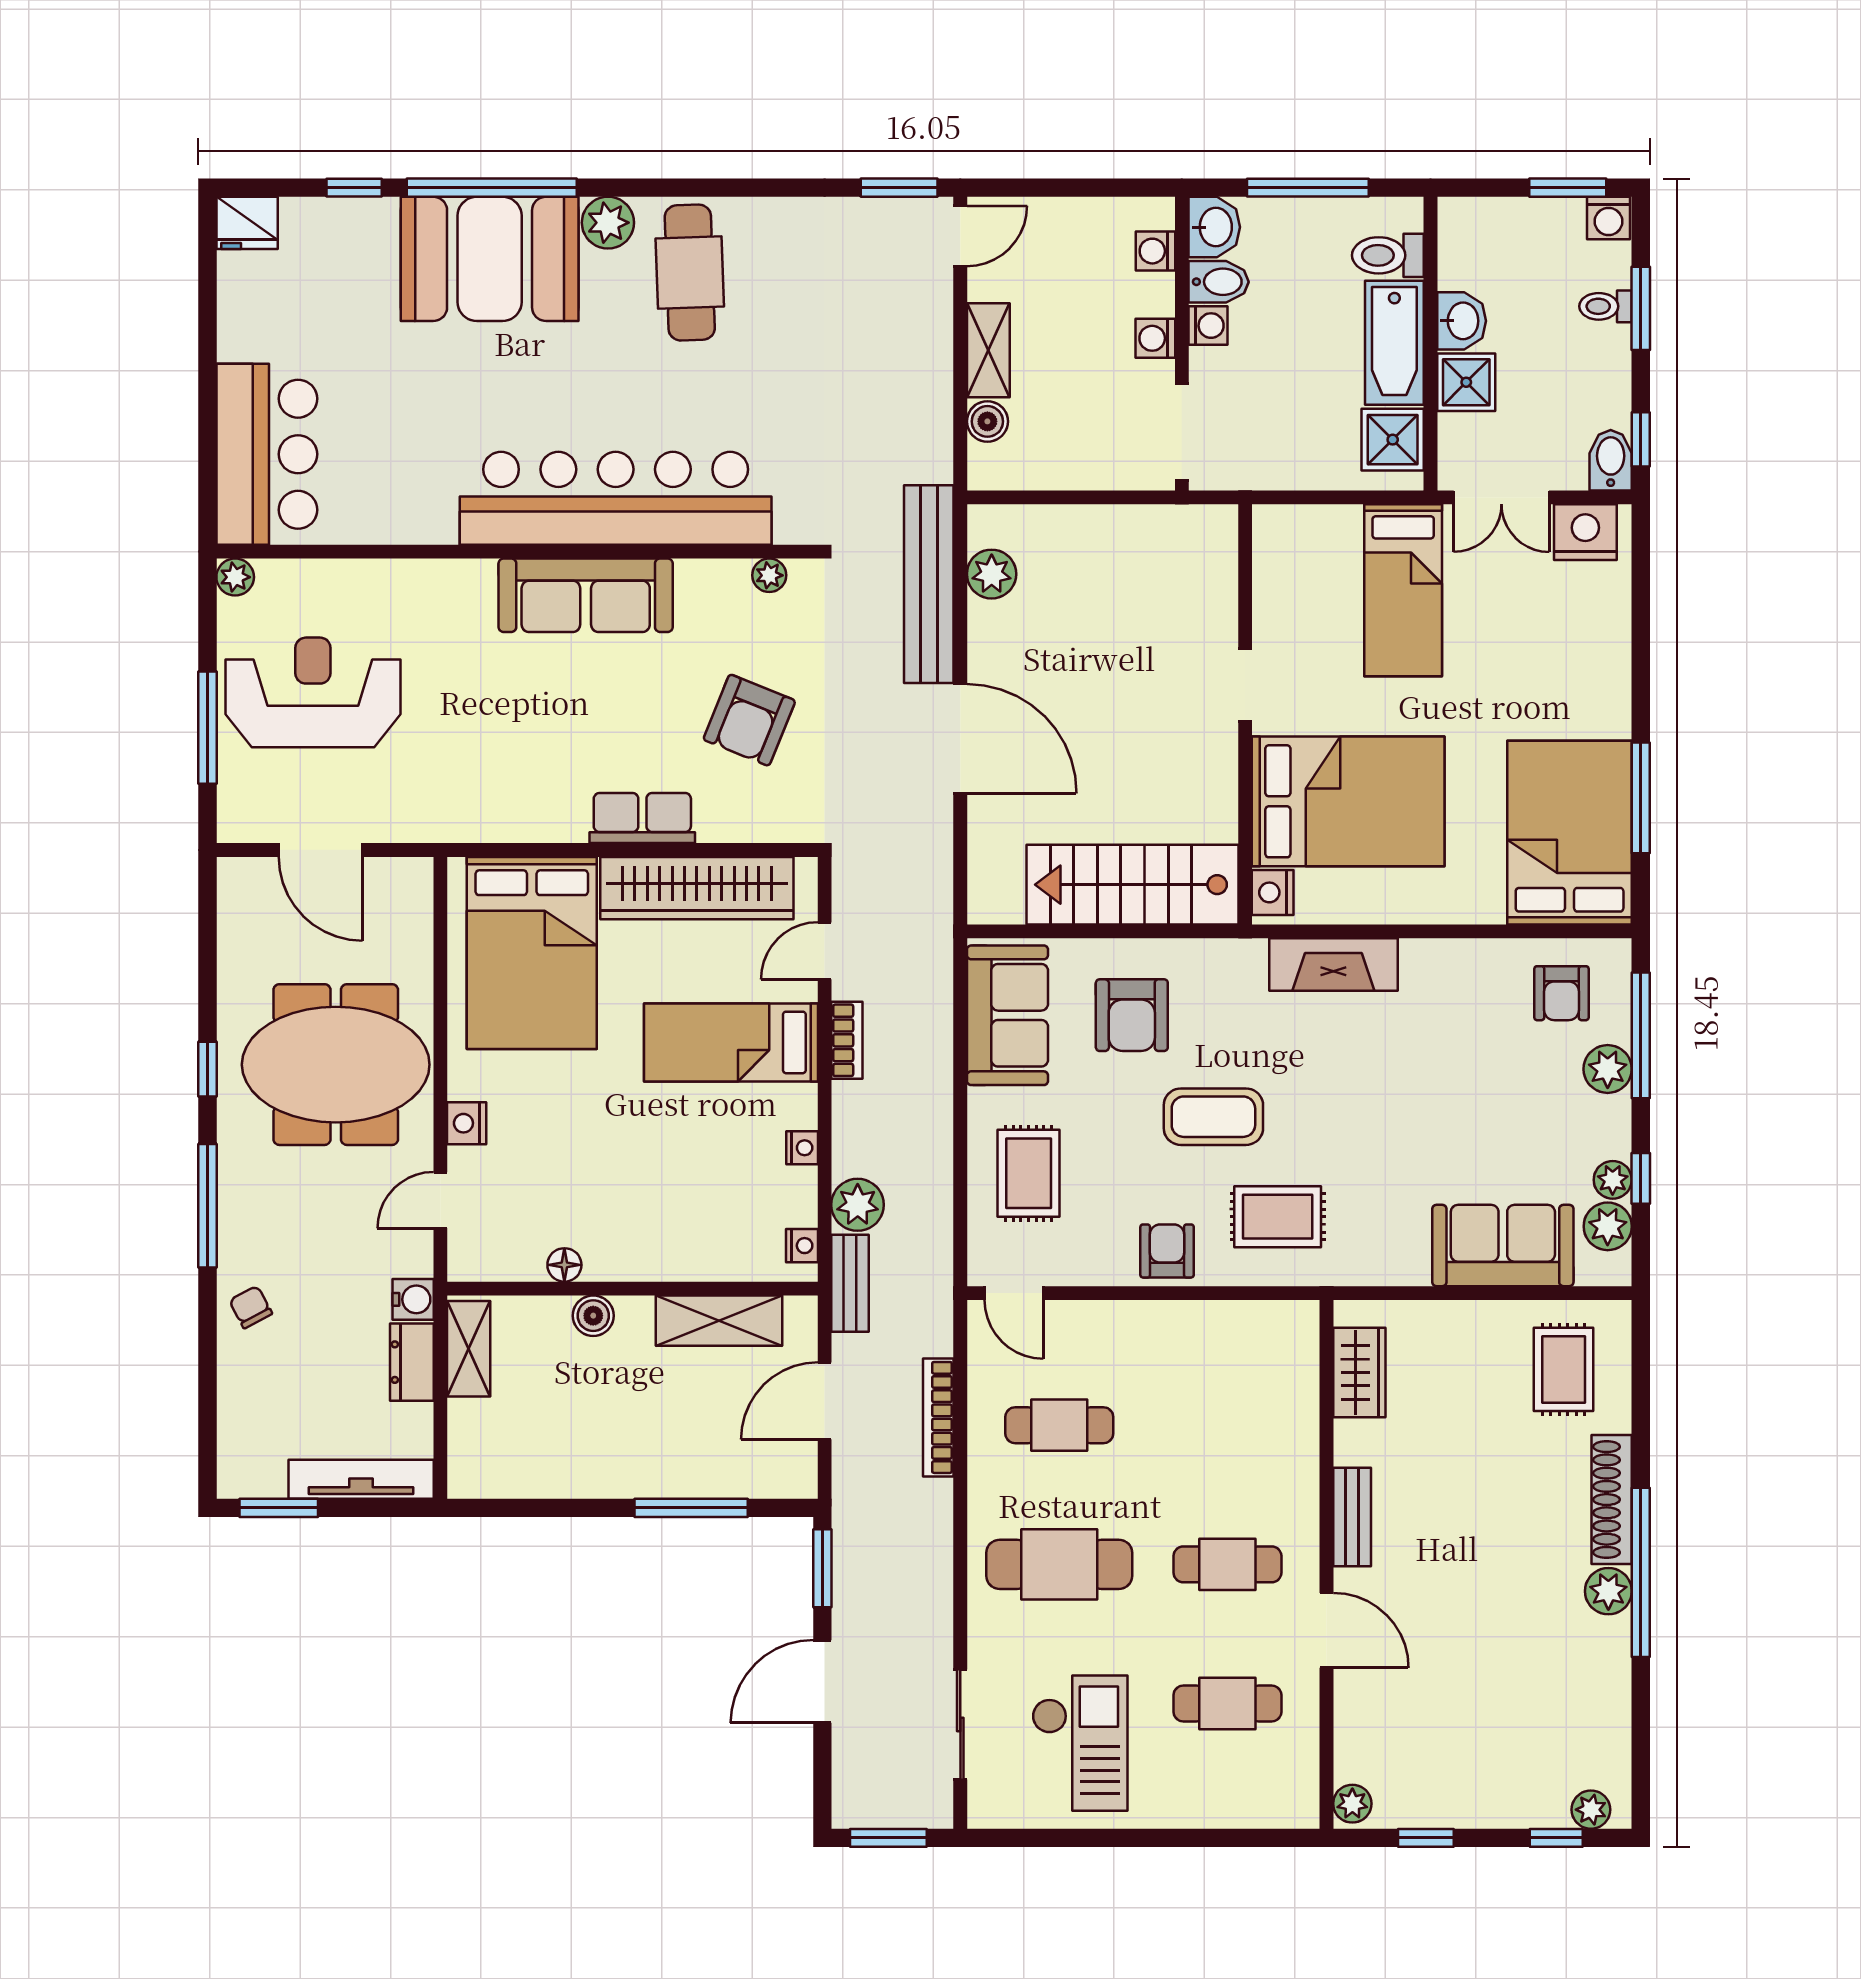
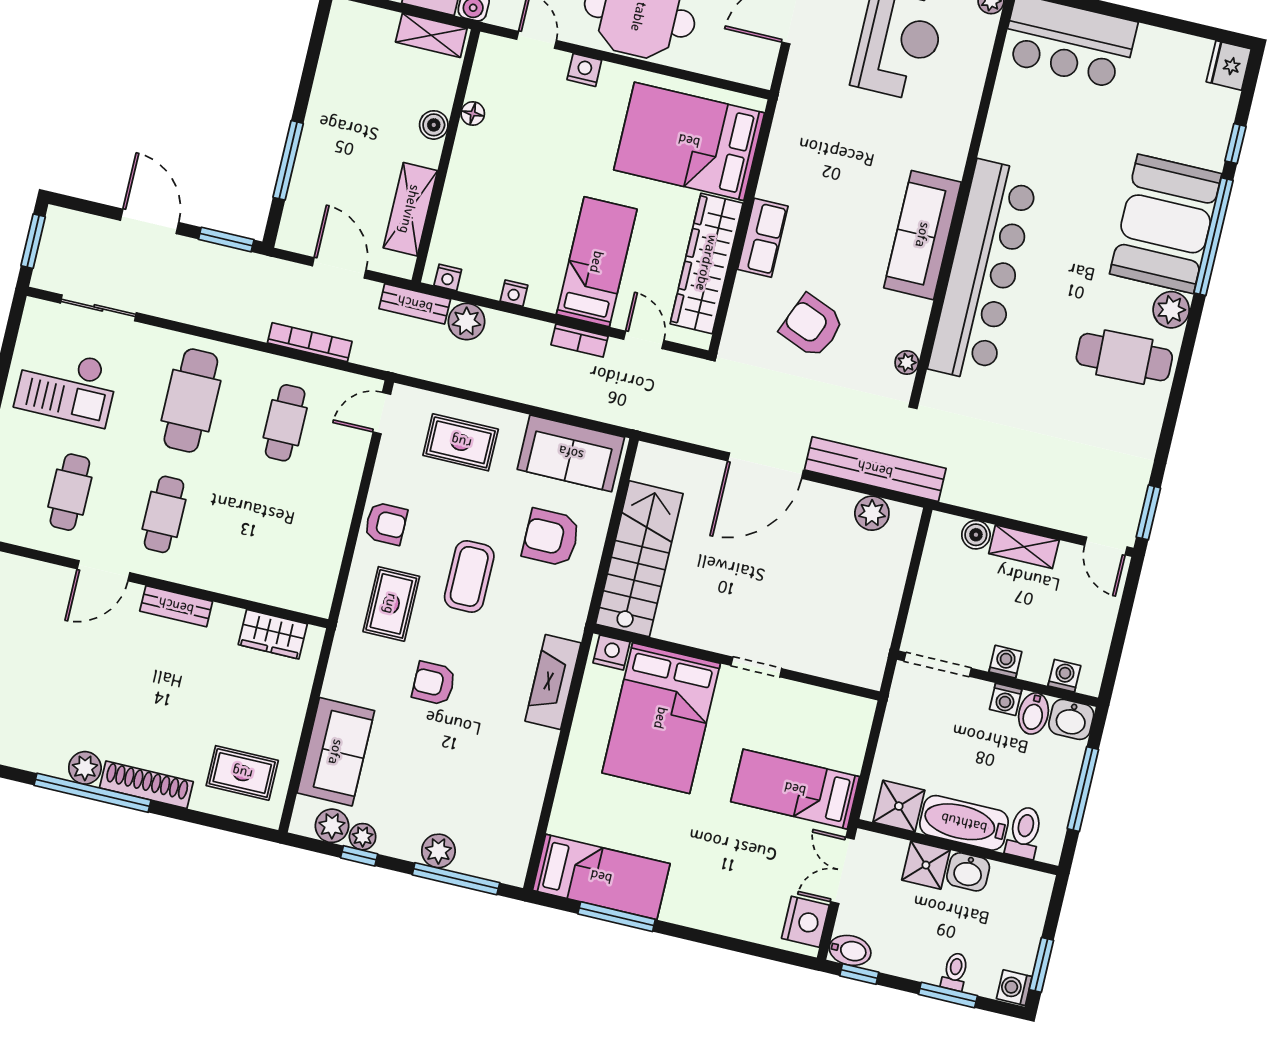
bed: (1570, 833) -> (601, 877), width x0.67
armchair: (1561, 993) -> (434, 683), moved

